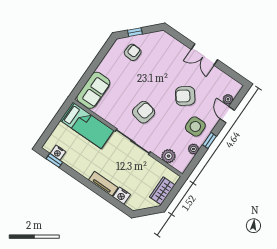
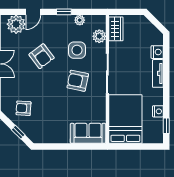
armchair: (133, 52) -> (23, 108), moved
plant: (228, 99) -> (16, 24), width x1.88, depth x1.88
bed: (87, 125) -> (125, 119), width x1.50
side table: (195, 127) -> (77, 50), moved
nightstand: (58, 153) -> (158, 111), moved
wardrobe: (162, 191) -> (116, 29), moved, turned -90

